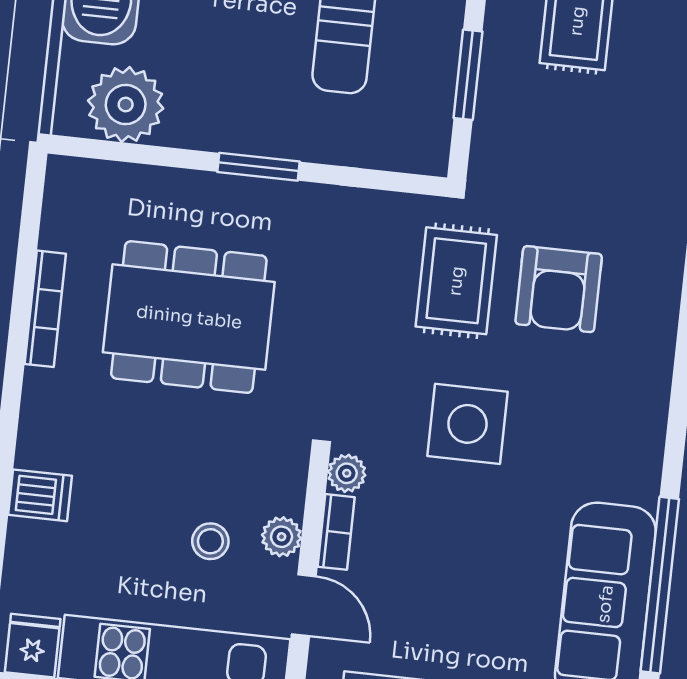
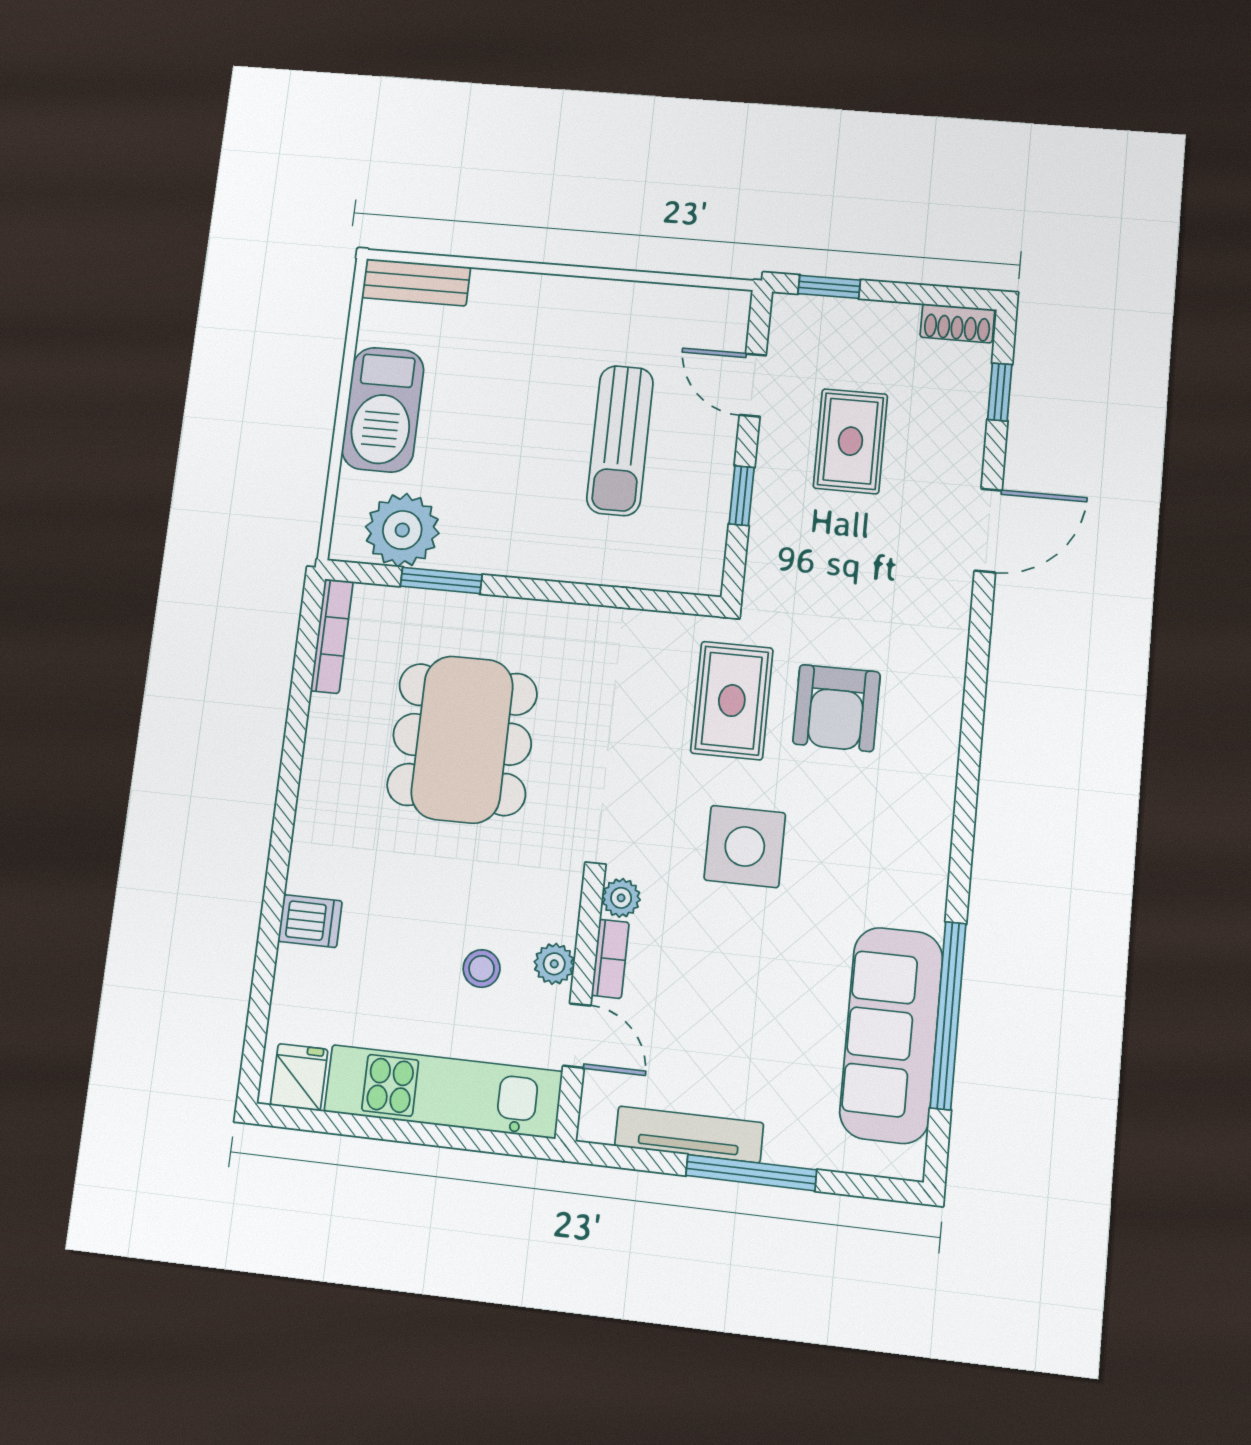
window: (468, 75) -> (742, 496), width x0.67
window: (258, 167) -> (441, 580), moved
bookcase: (45, 309) -> (332, 636), moved
dining table: (189, 317) -> (462, 739), turned 90

